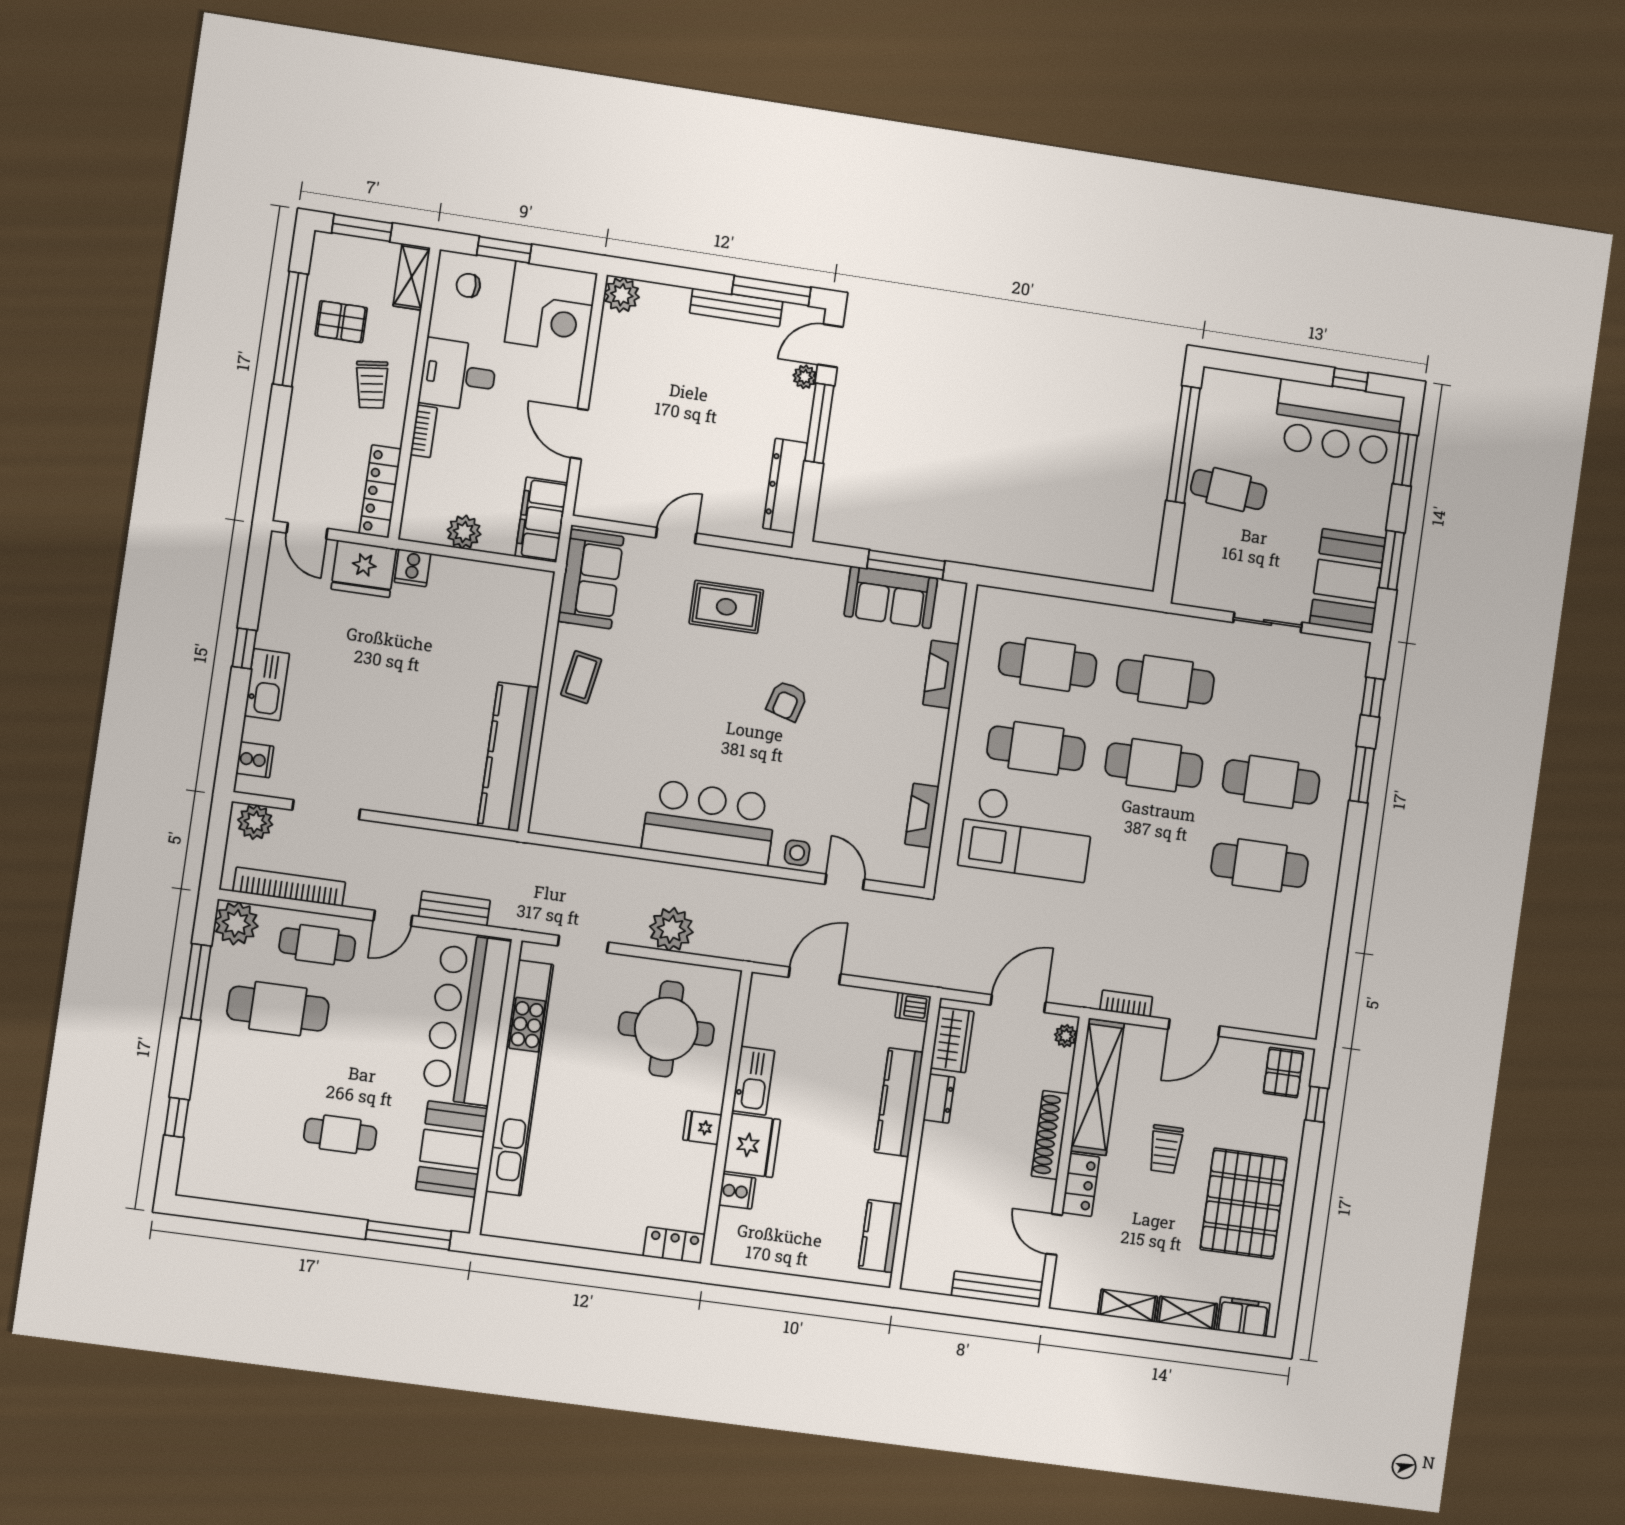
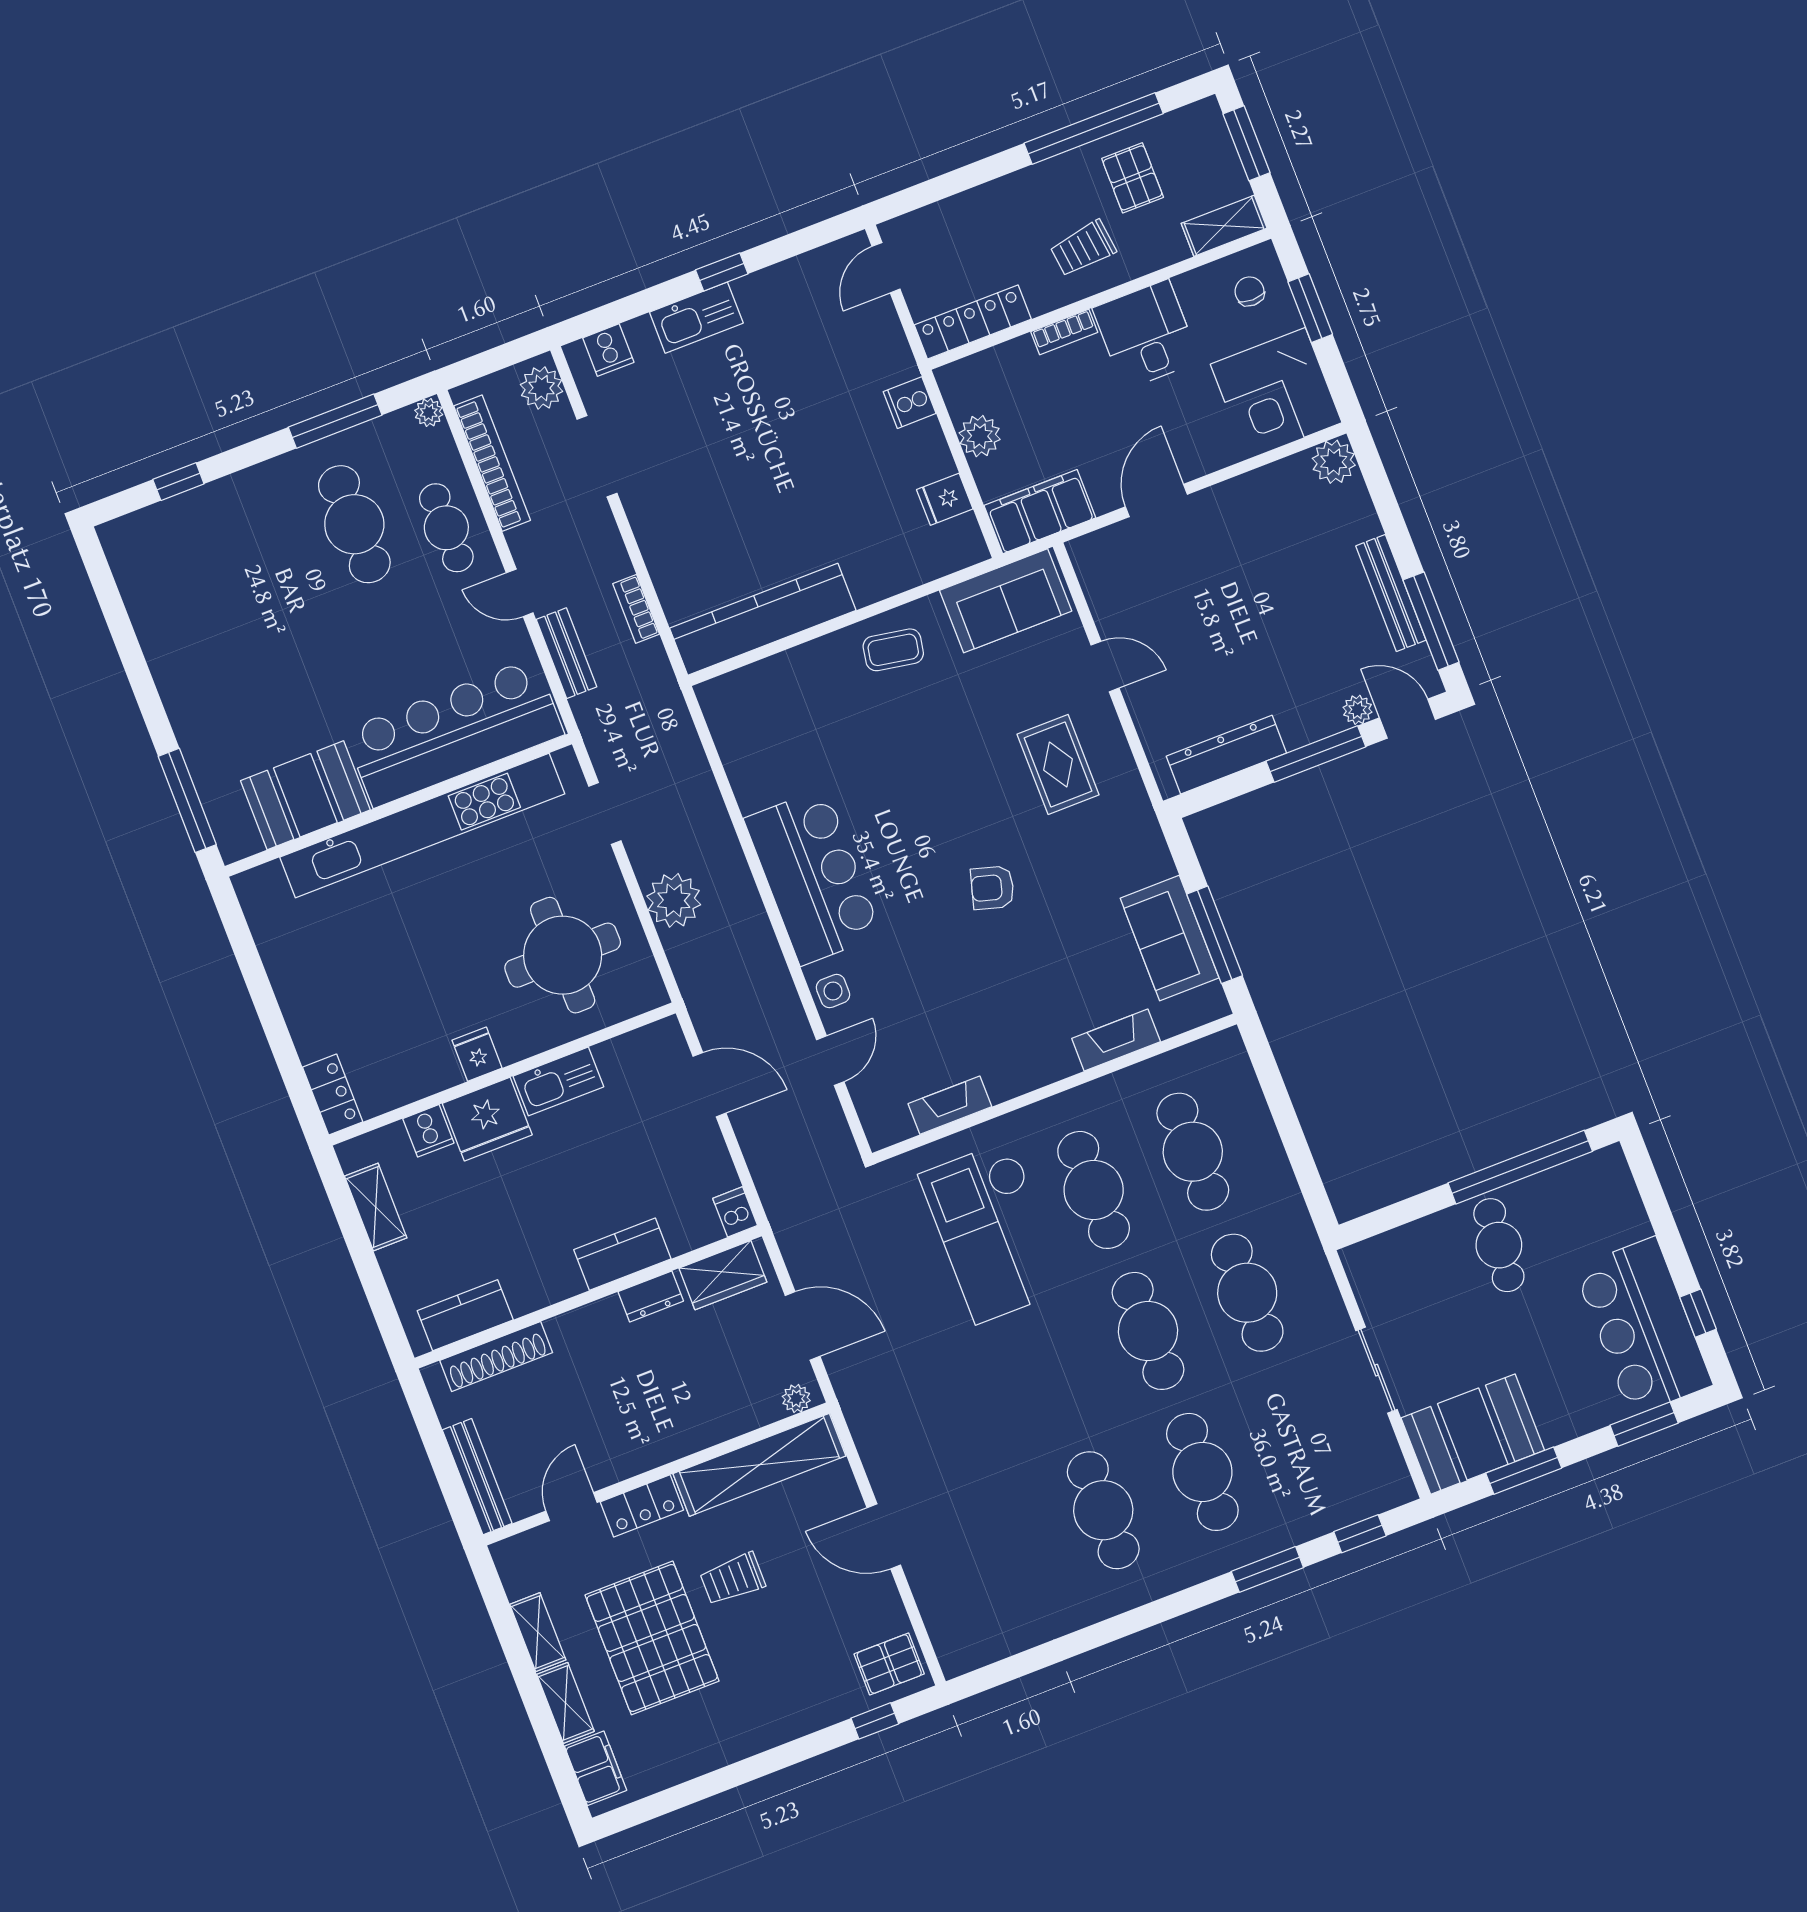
fridge: (364, 569) -> (945, 499), moved, width x0.53, depth x0.75
plant: (236, 923) -> (429, 412), width x0.53, depth x0.53
bookcase: (1126, 1003) -> (636, 609), moved, turned 180
kitchen counter: (899, 1102) -> (622, 1254), width x0.67
cafe table: (340, 1134) -> (256, 666), removed
shoe rack: (1050, 1135) -> (496, 1357), moved, turned 180
pallet: (1244, 1204) -> (652, 1638), moved, turned 90
shelving: (770, 1258) -> (376, 1207), added

